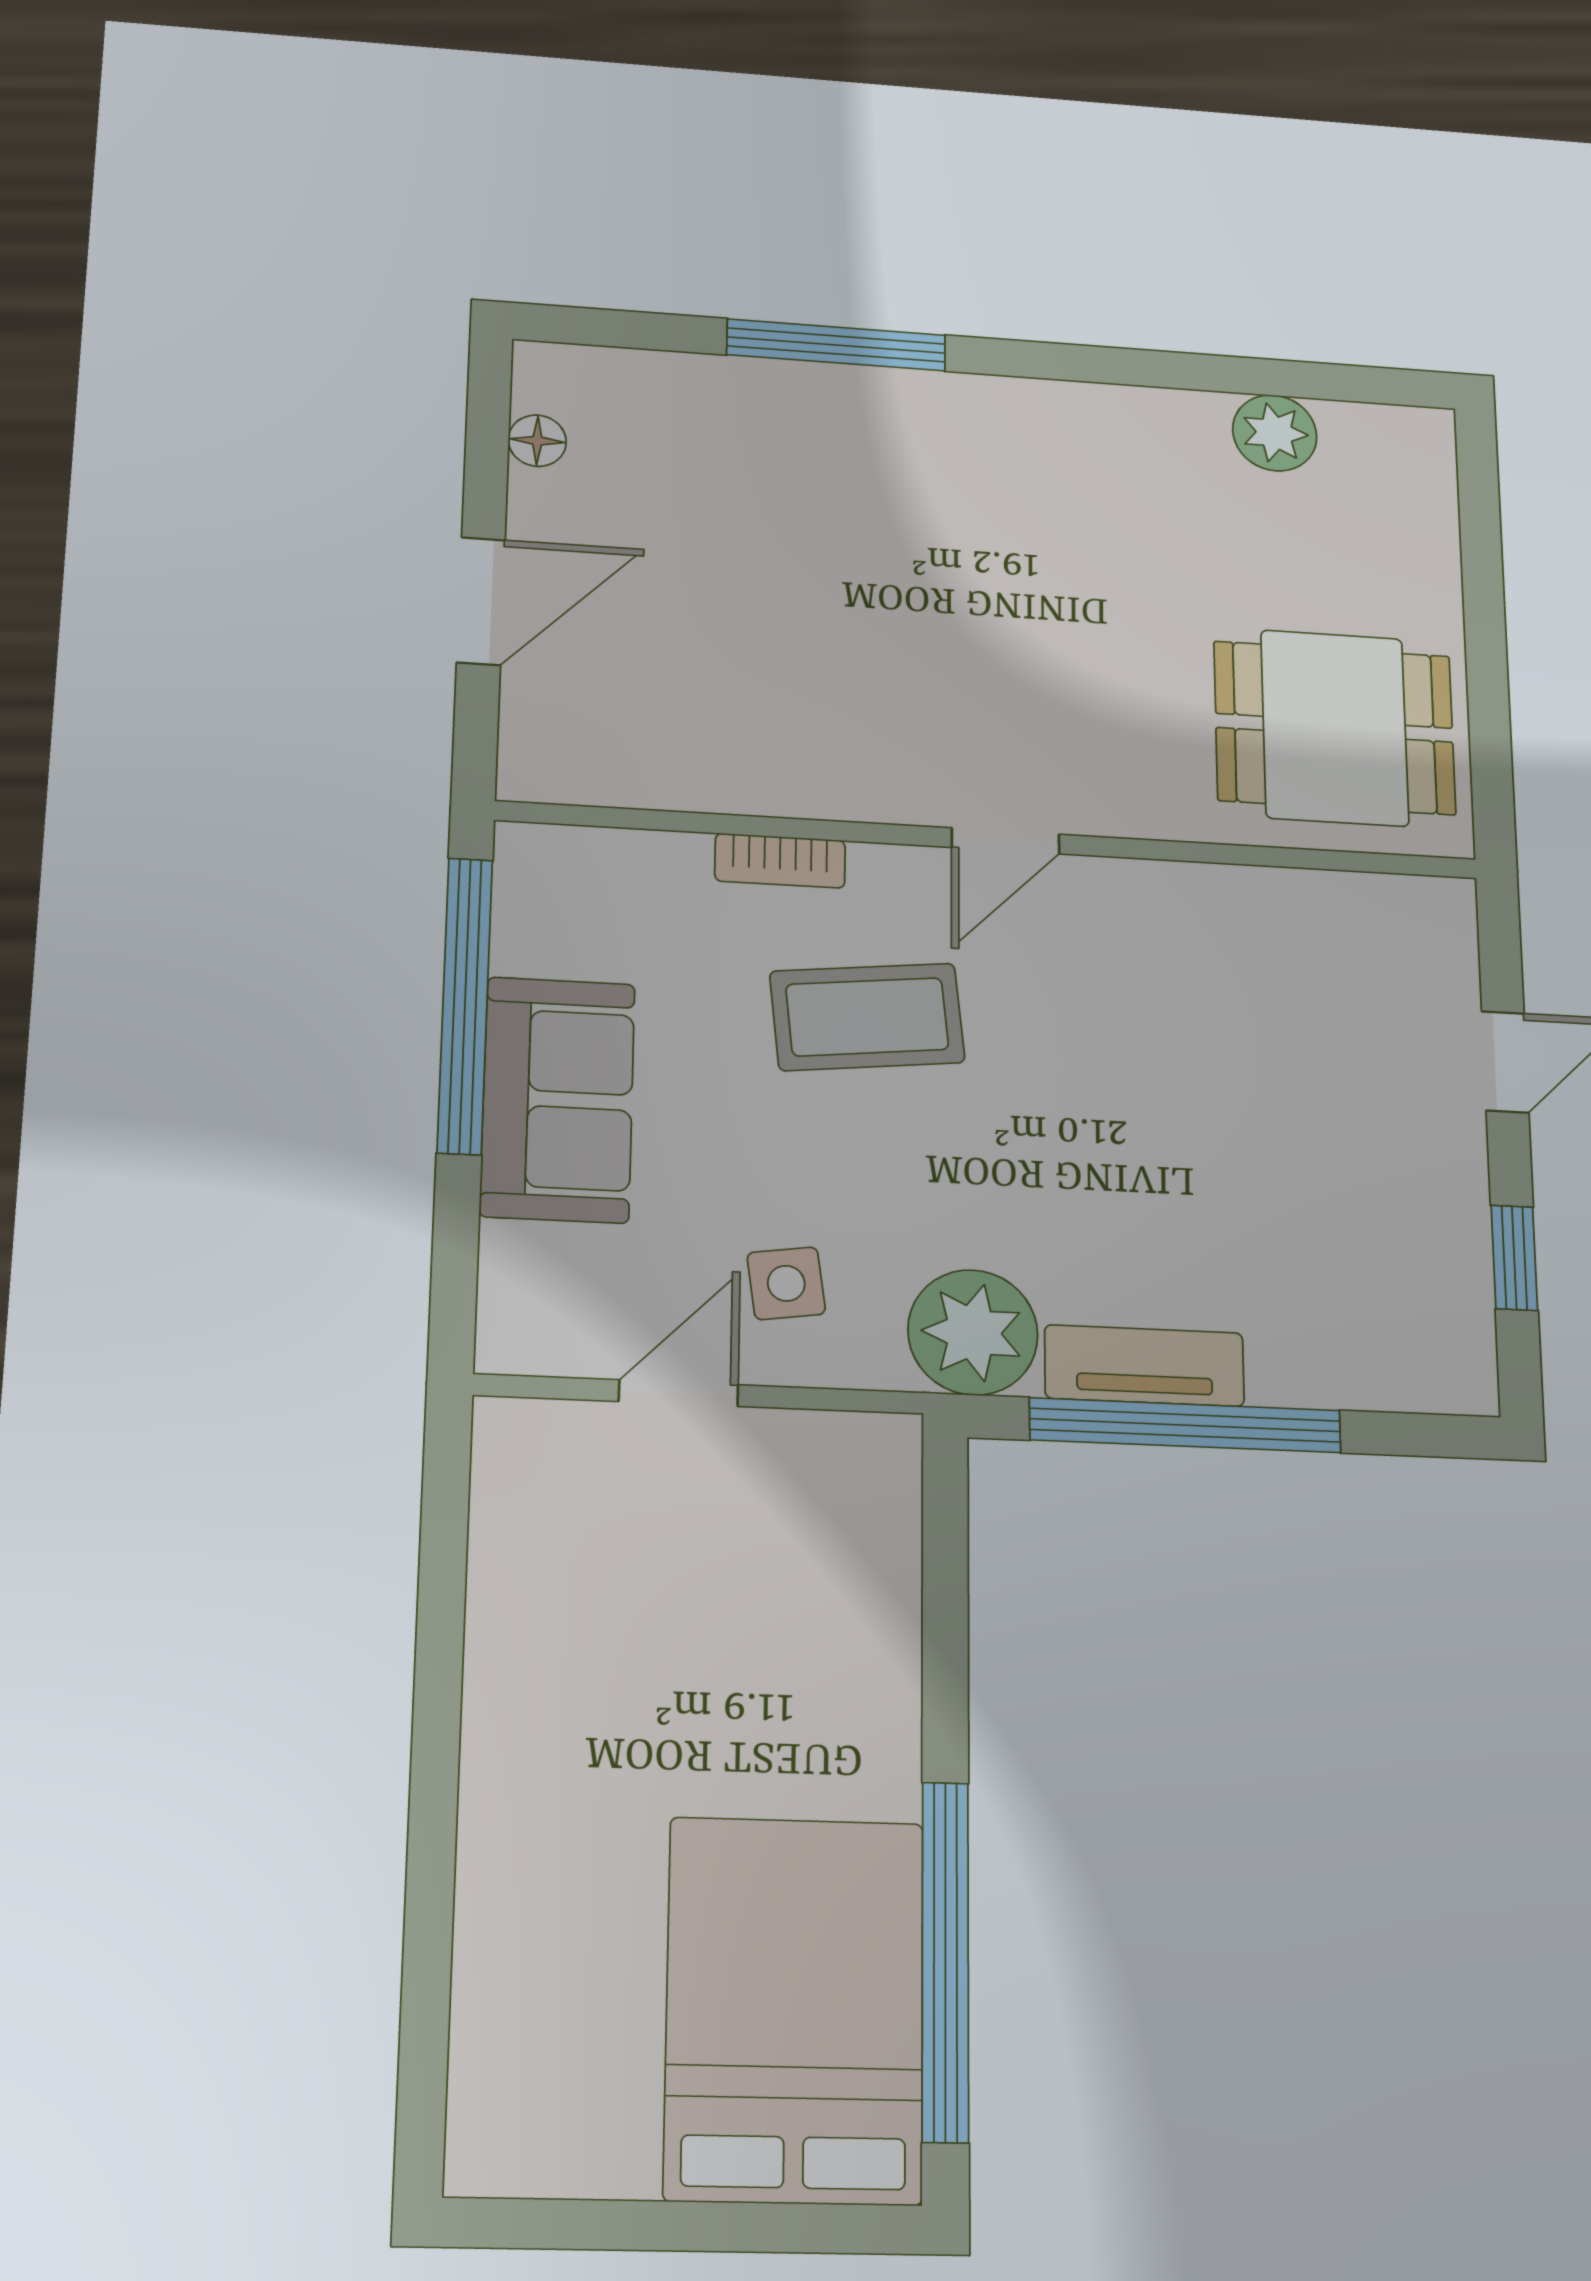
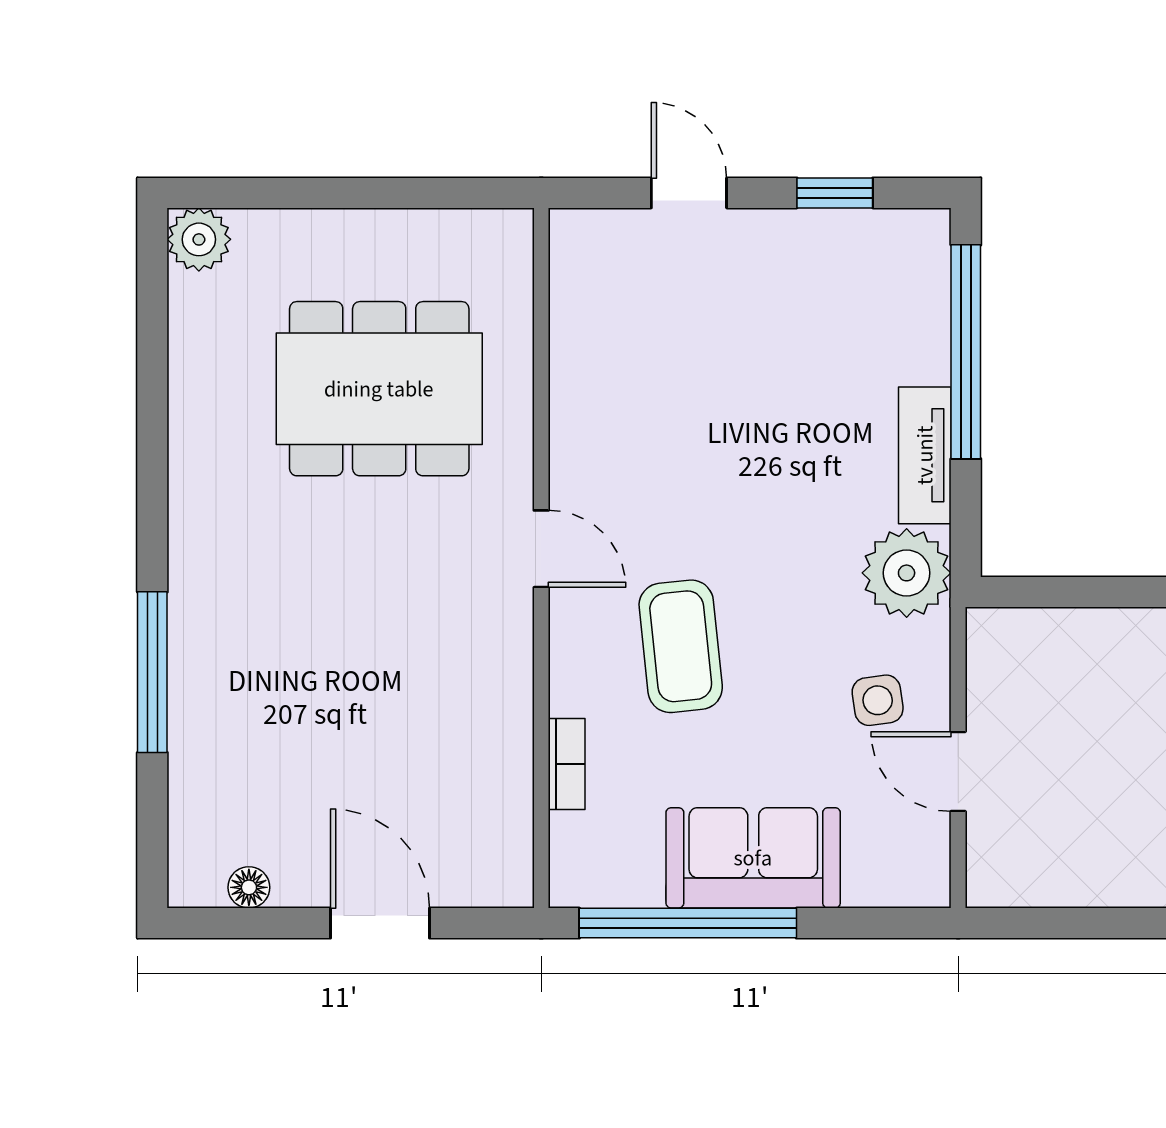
plant: (1275, 433) -> (199, 239), moved
dining table: (1335, 728) -> (379, 389), moved, width x1.38
bookcase: (780, 861) -> (567, 764), moved
window: (1186, 1425) -> (966, 352), moved

